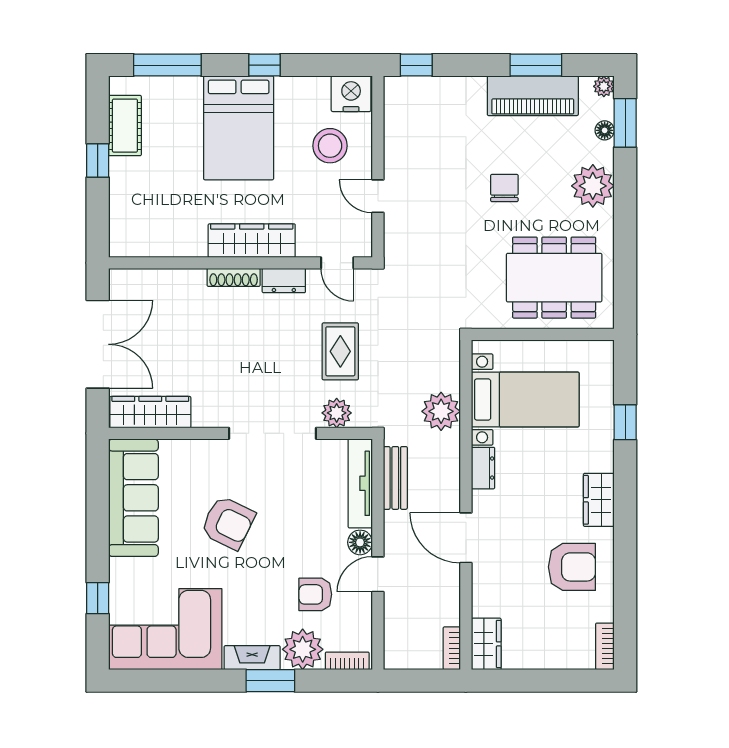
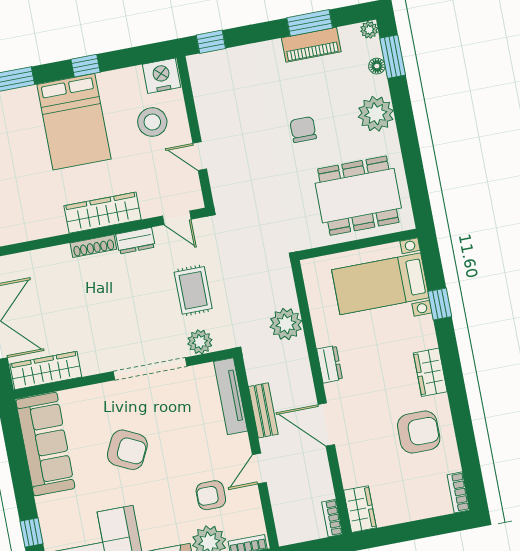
piano: (533, 96) -> (311, 45), width x0.73, depth x0.75
bed with nightstands: (525, 399) -> (380, 284), moved, turned 180
bench: (395, 478) -> (263, 410), moved
floor lamp: (360, 542) -> (240, 445), removed

